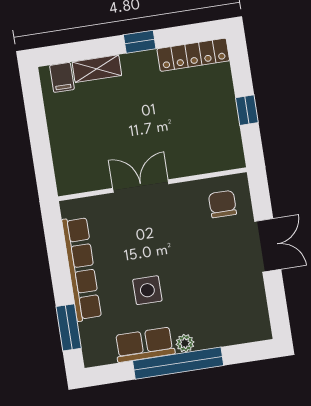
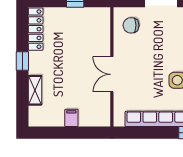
filing cabinet: (62, 77) -> (71, 118), moved, turned -90

